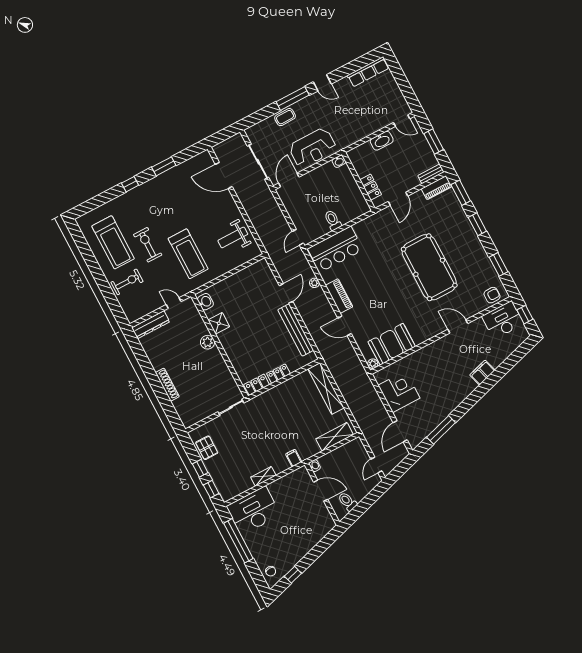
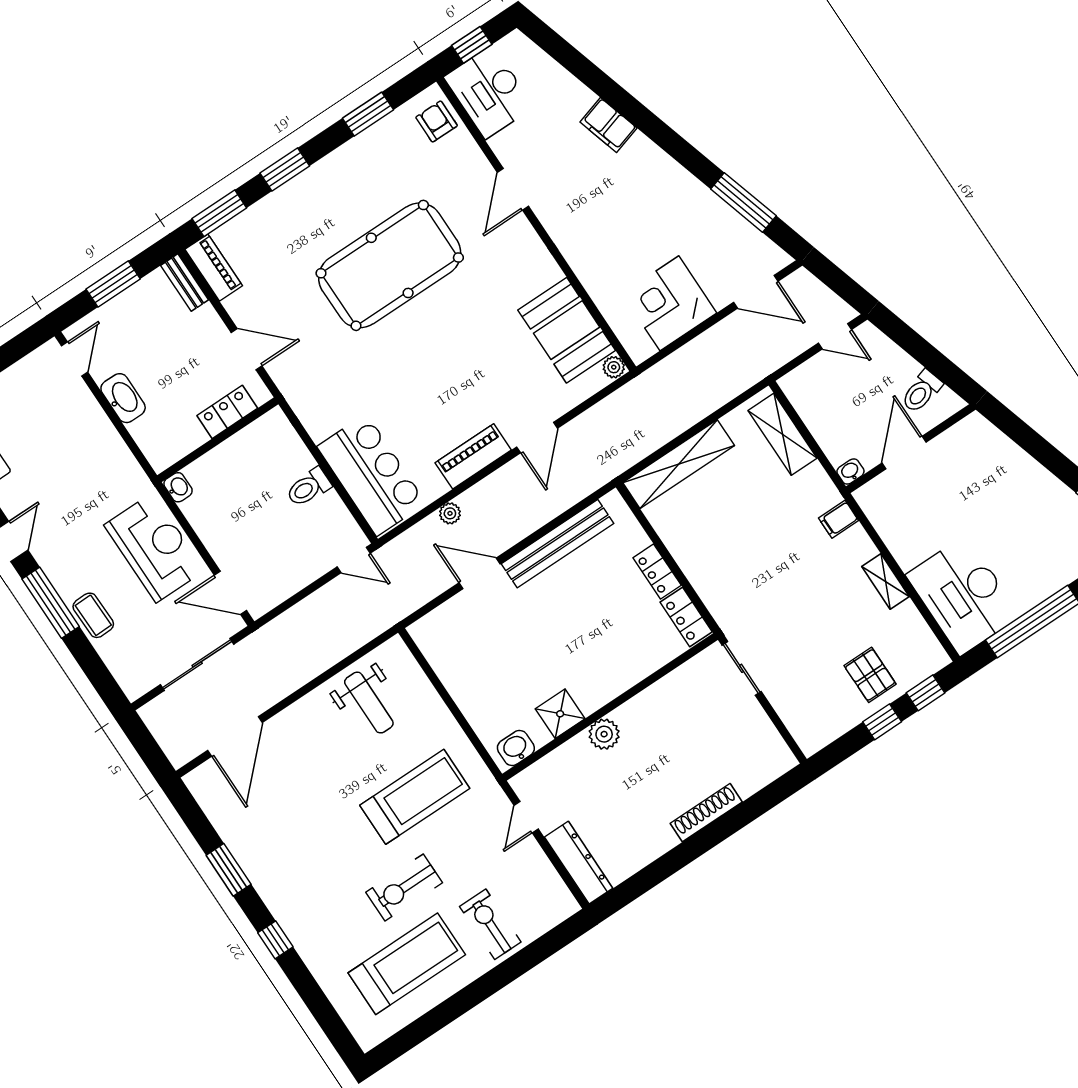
pallet: (207, 448) -> (870, 675), moved, turned 90

